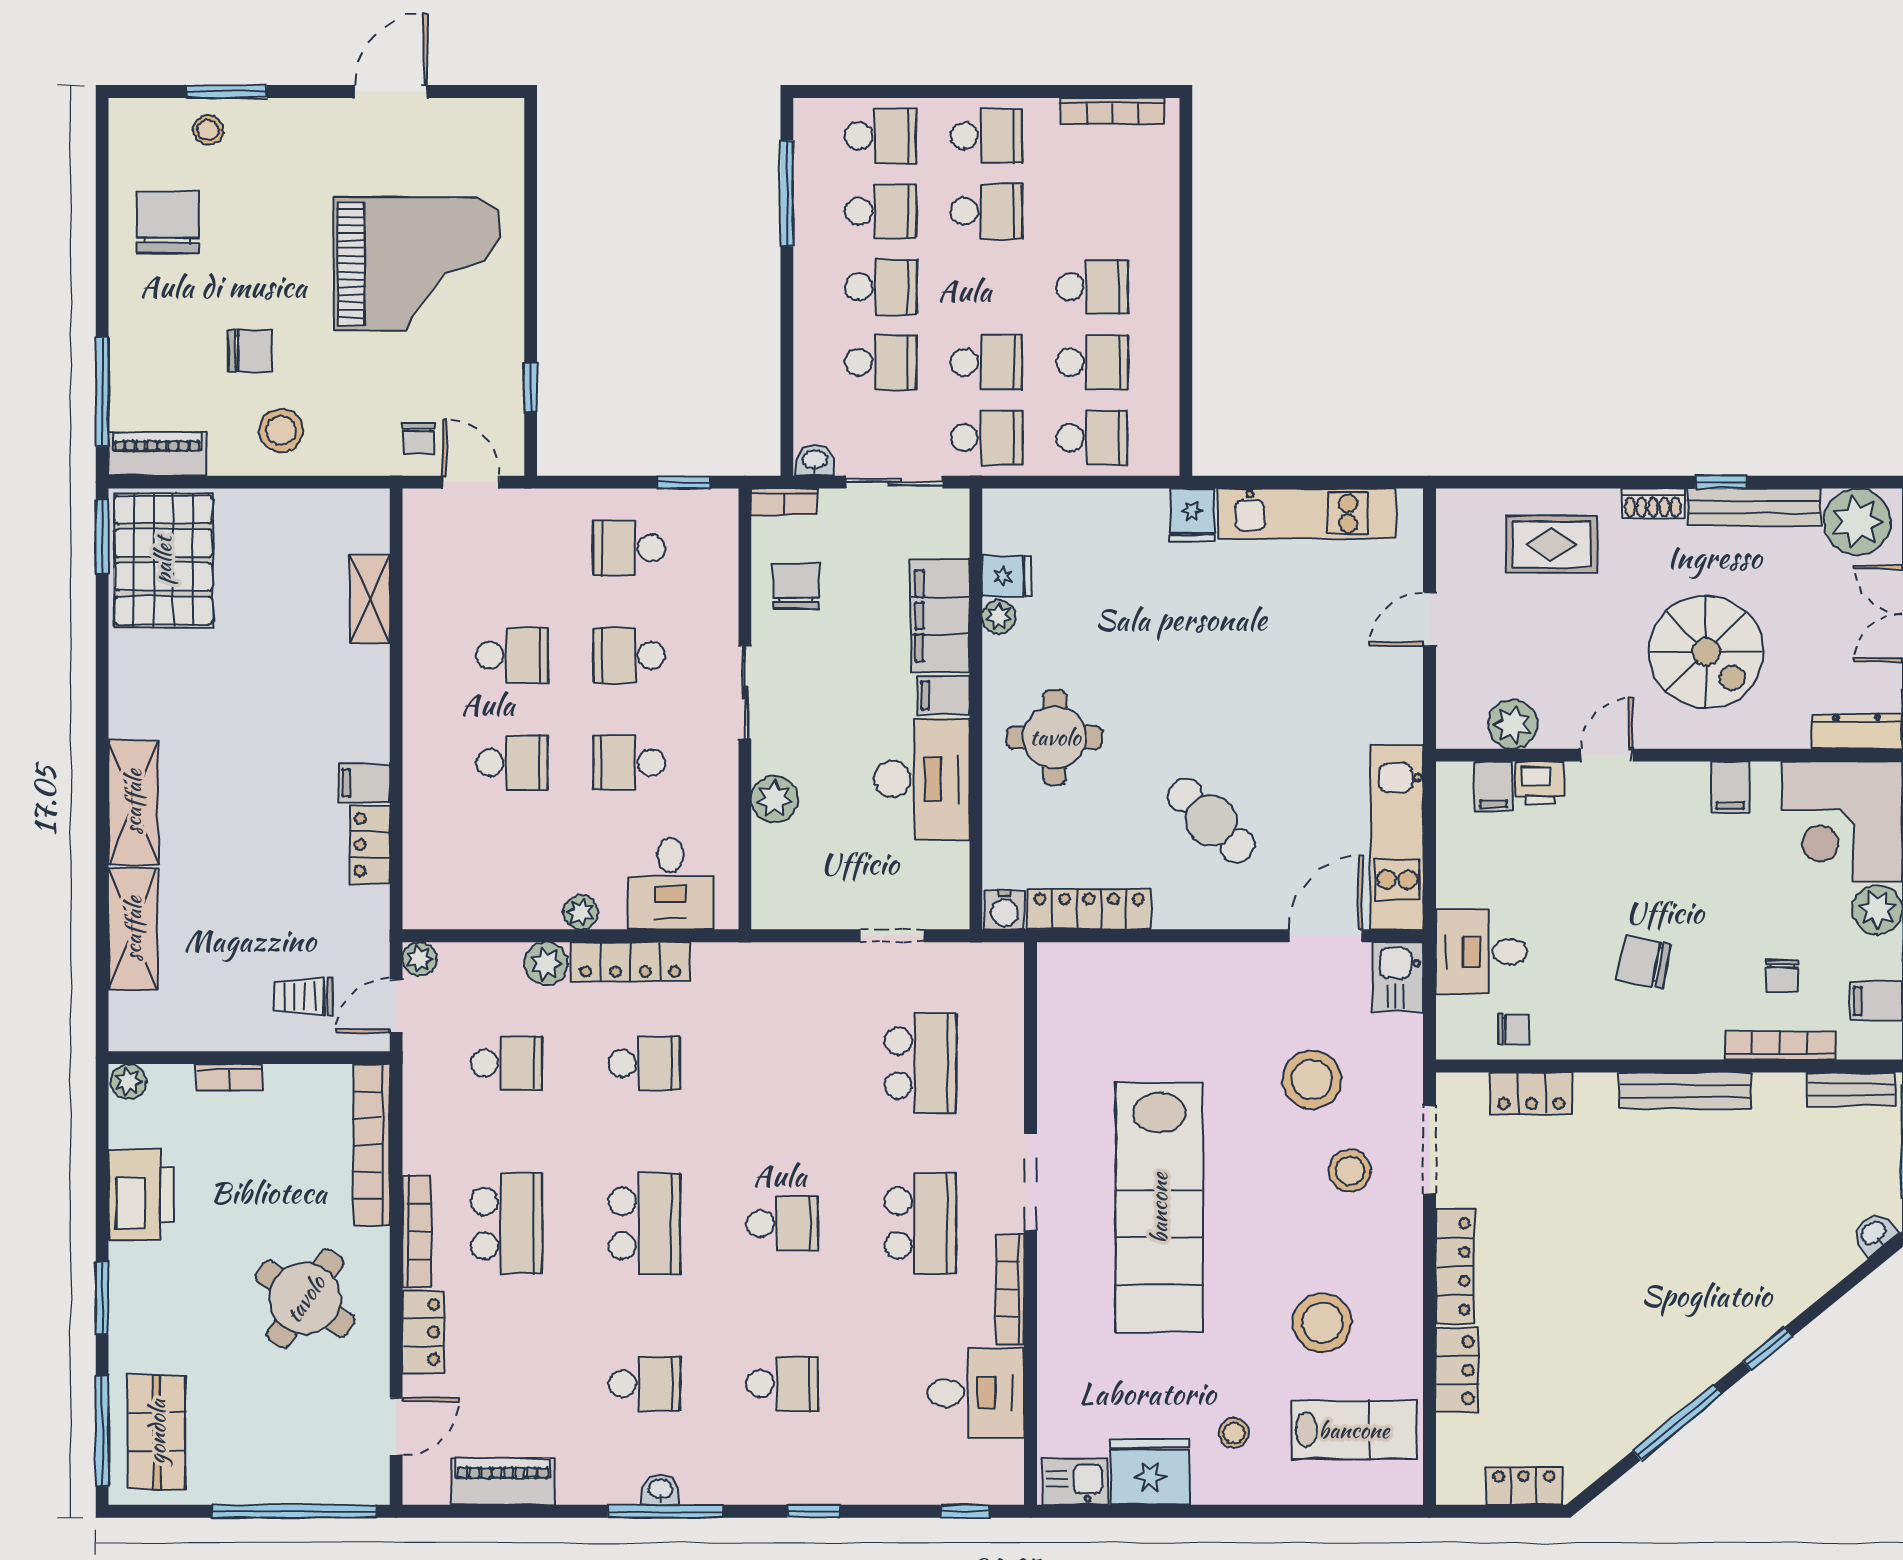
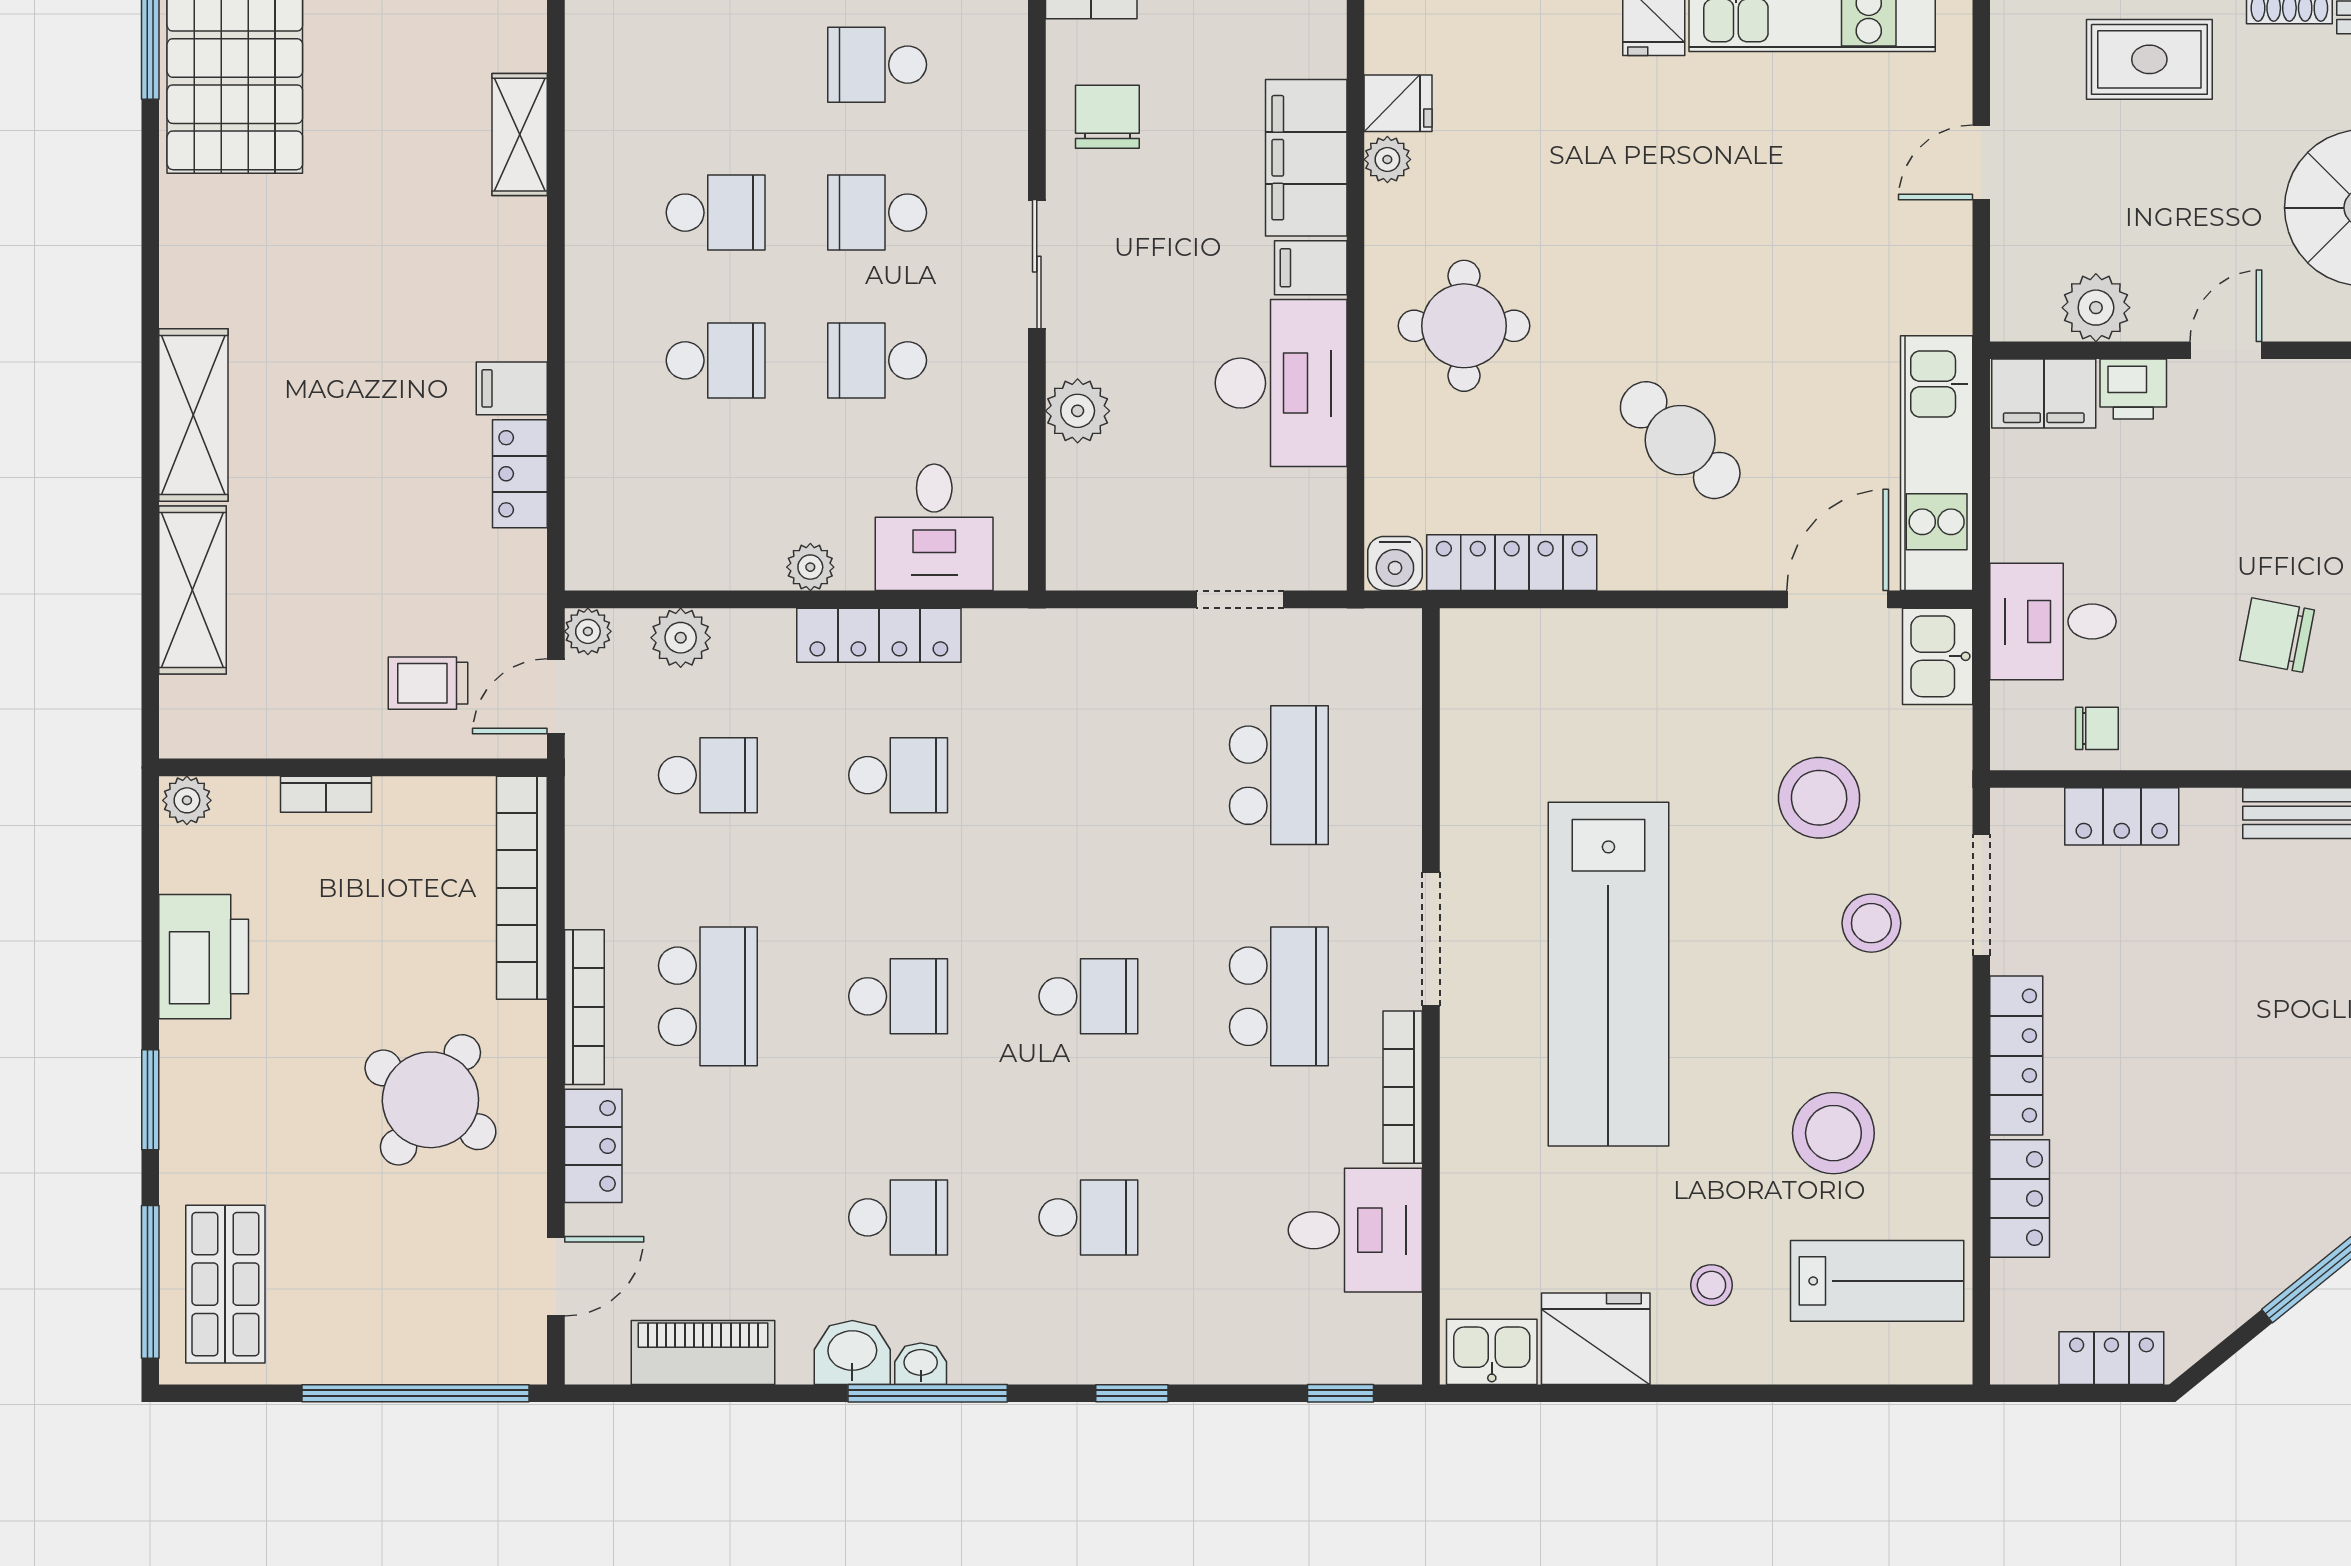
filing cabinet: (1494, 787) -> (2044, 393), width x2.00
plant: (546, 964) -> (681, 638), moved
school desk: (644, 1224) -> (898, 996), width x0.54
washbasin: (611, 1482) -> (852, 1352), added

